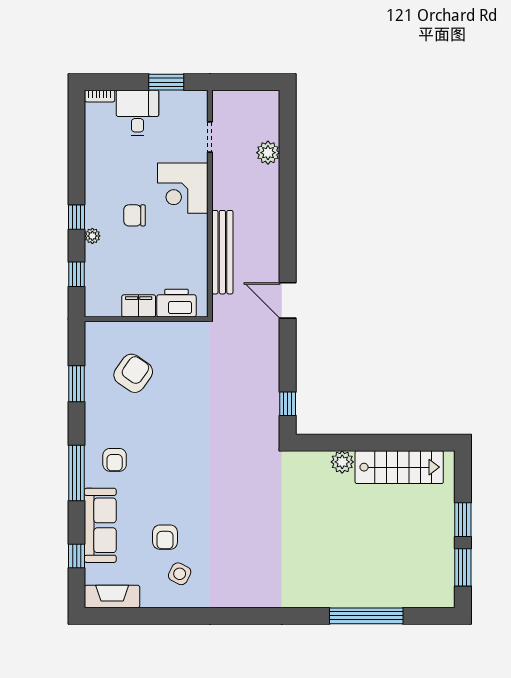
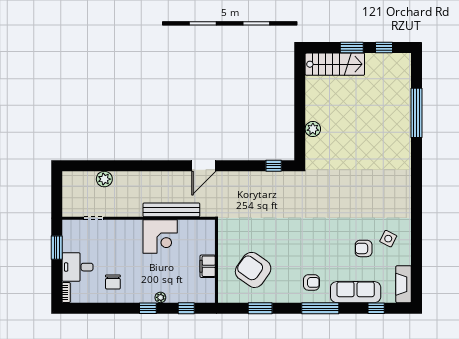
corner desk: (183, 188) -> (160, 237), moved
chair: (134, 215) -> (113, 282), moved
printer: (177, 303) -> (206, 241), removed
armchair: (133, 373) -> (253, 270), width x1.36, depth x1.36
stairs: (399, 467) -> (335, 64), moved, turned 90
armchair: (165, 537) -> (364, 248), turned 180
window: (463, 567) -> (384, 48), width x0.67

